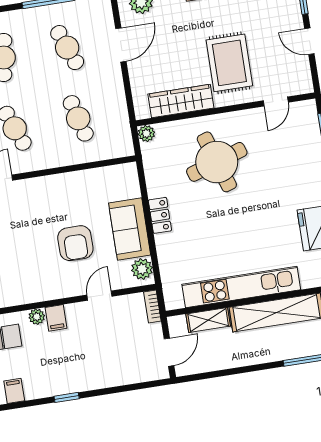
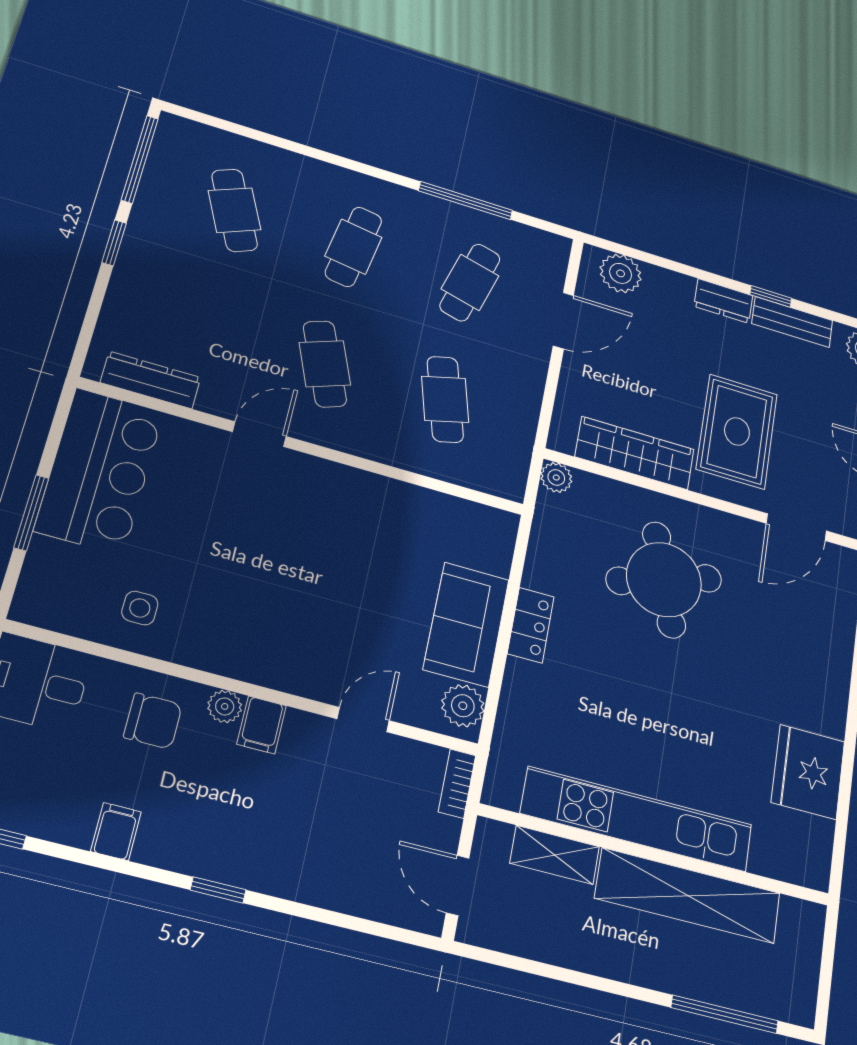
cafe table: (67, 48) -> (470, 282), turned 36
door: (276, 102) -> (796, 527), width x1.38
armchair: (75, 243) -> (355, 605), removed
door: (169, 352) -> (458, 885), swing flipped

